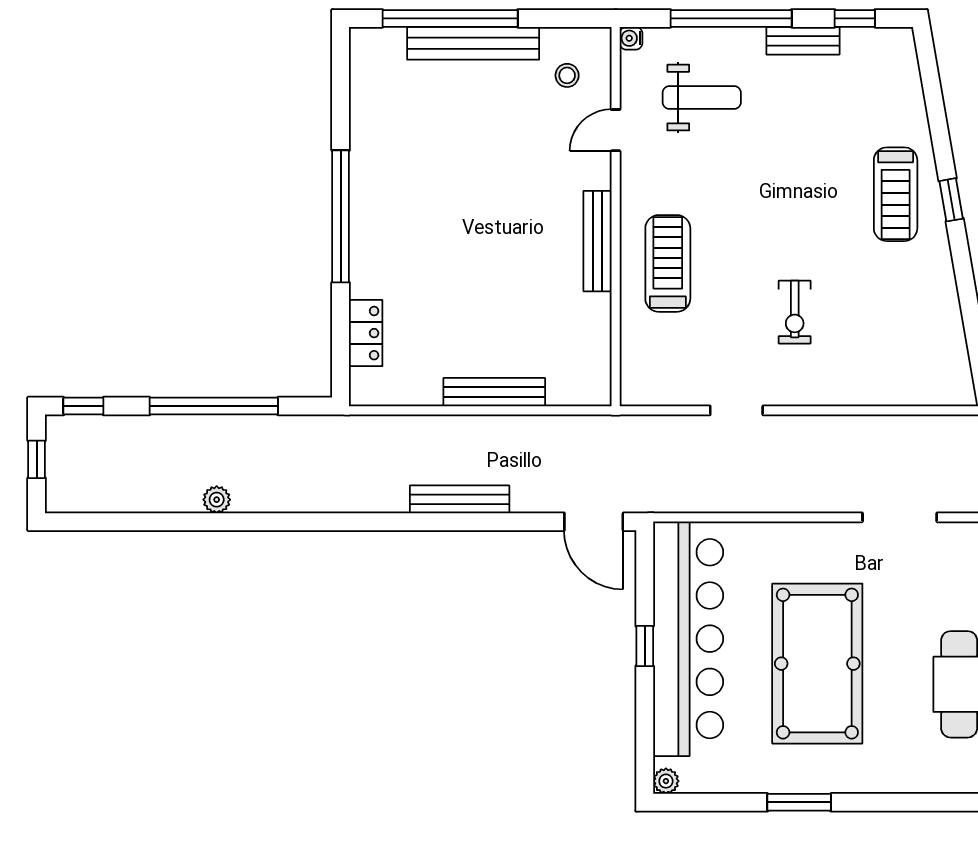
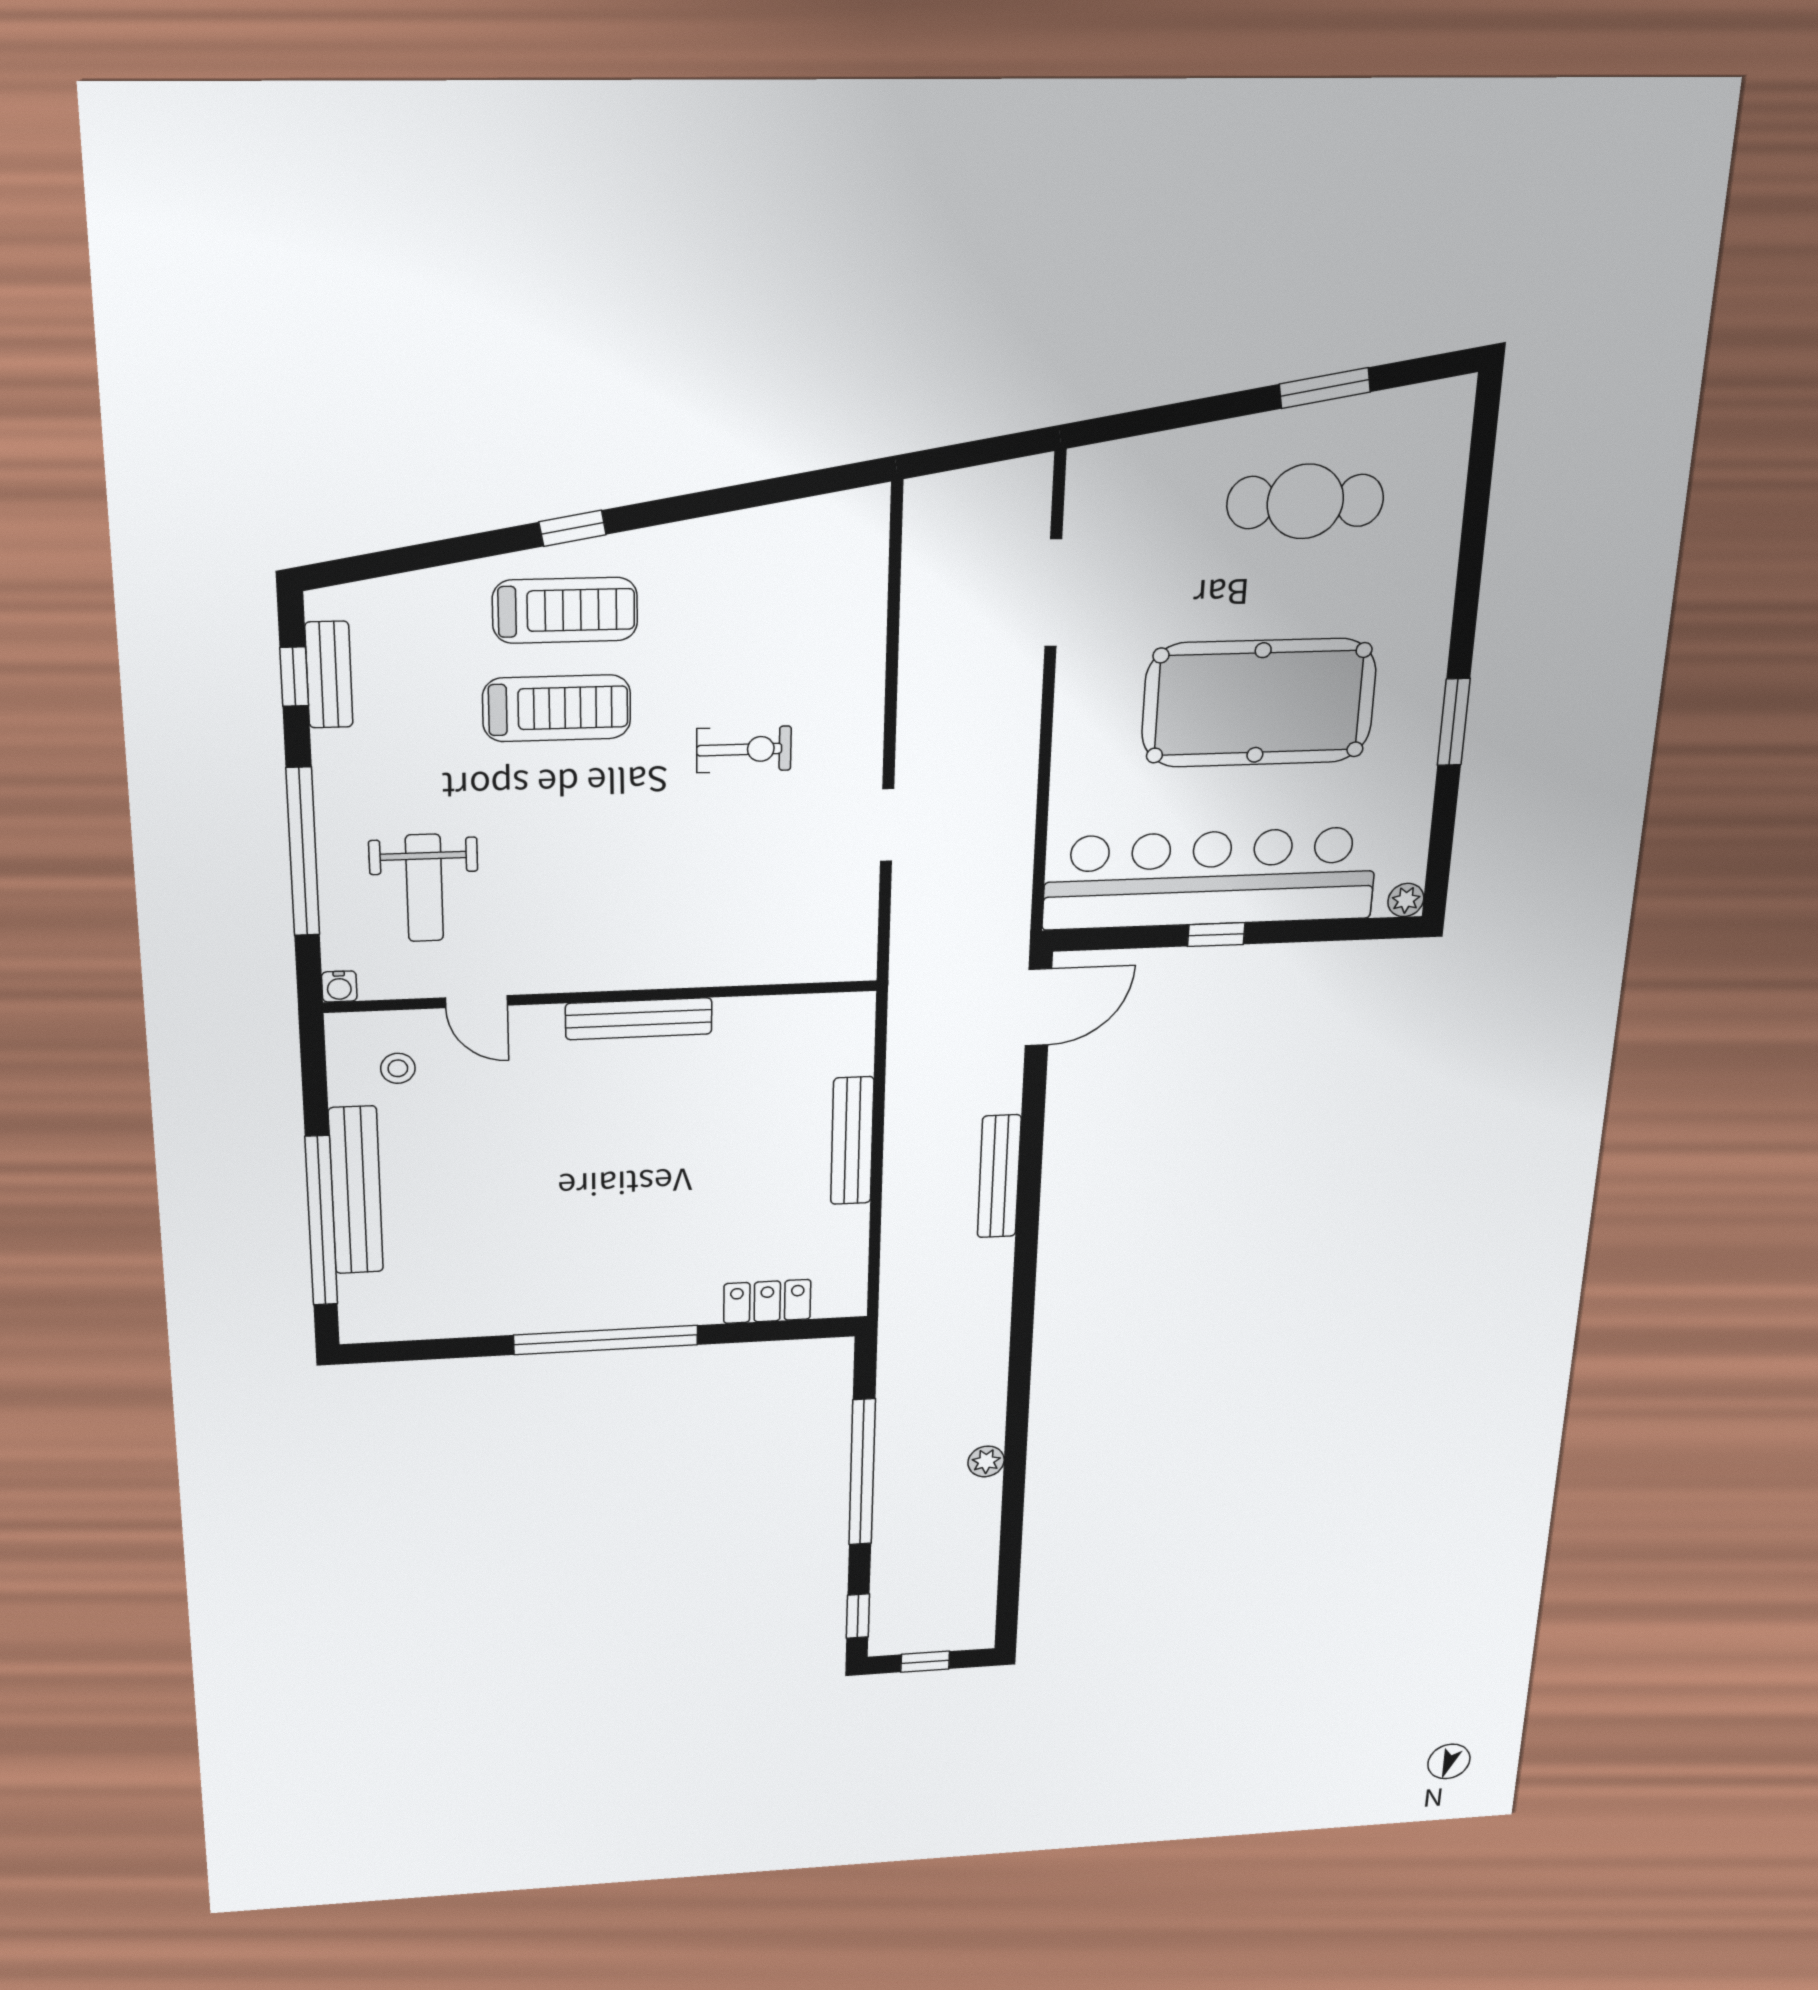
bench: (803, 41) -> (329, 675), moved
weight bench: (702, 98) -> (424, 888), turned 180
treadmill: (668, 263) -> (557, 708), moved, turned 180

